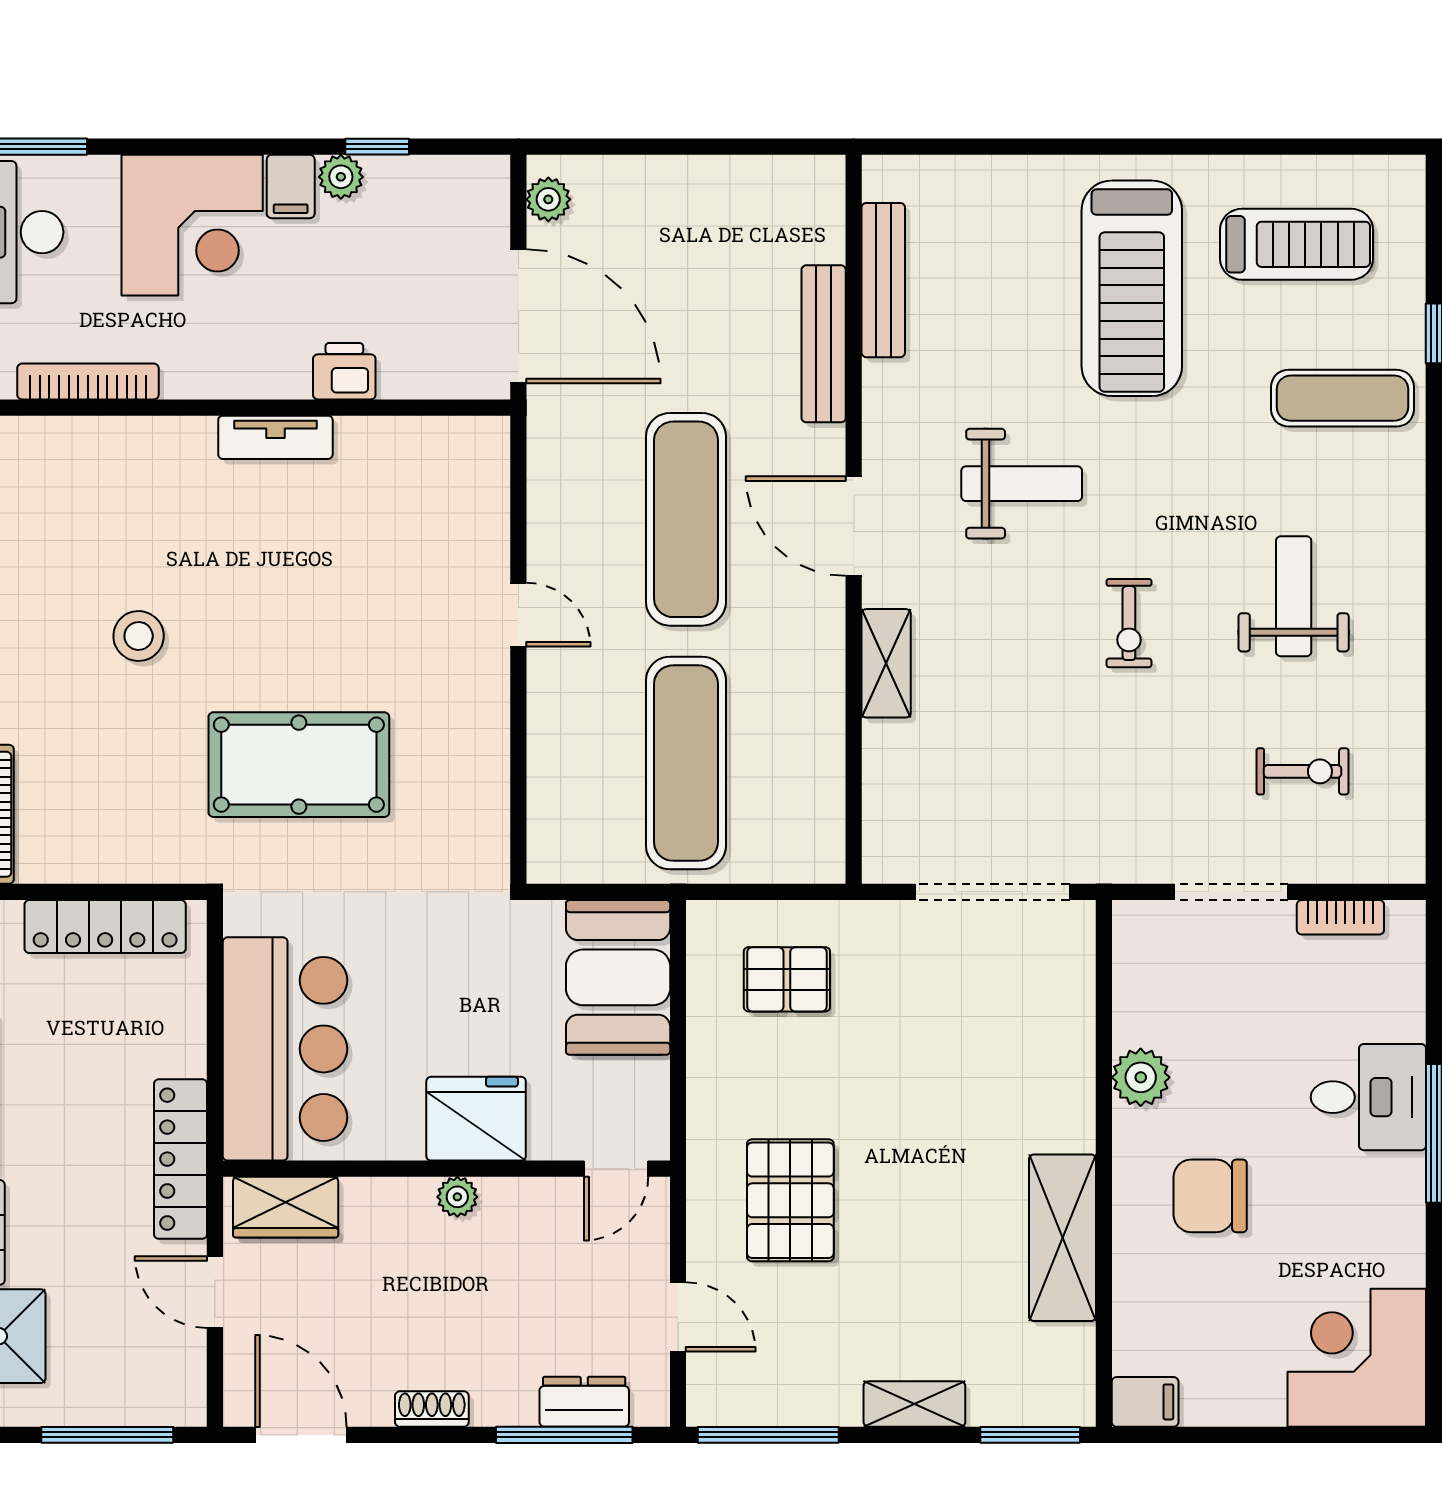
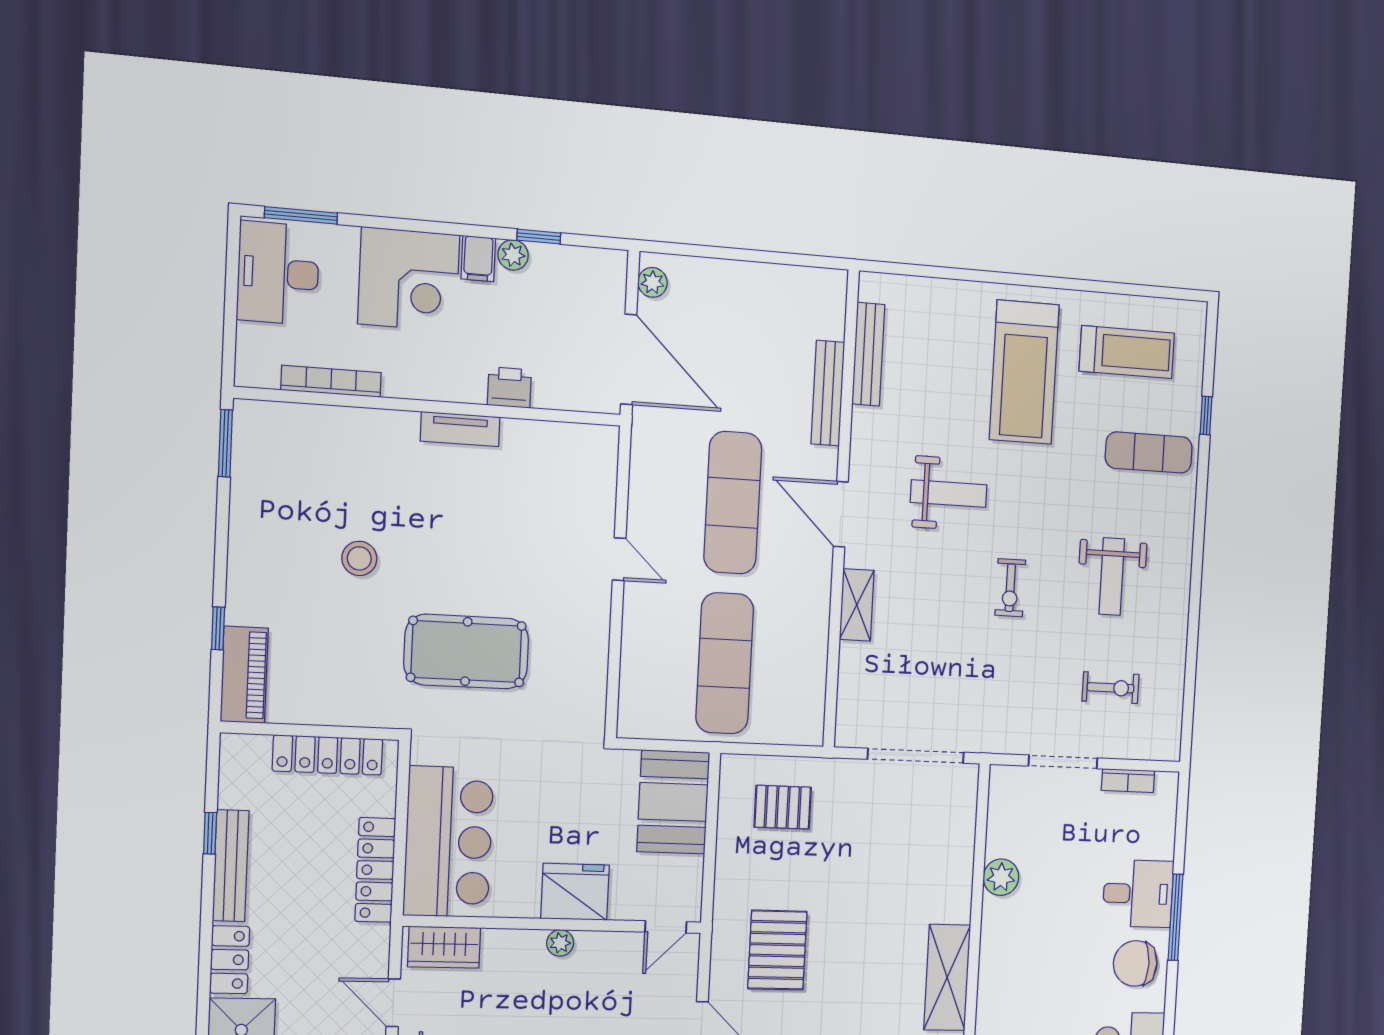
weight bench: (1294, 596) -> (1112, 577), turned 180
locker: (180, 1159) -> (375, 870), moved
chair: (1210, 1196) -> (1135, 963), moved

